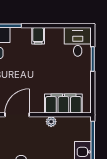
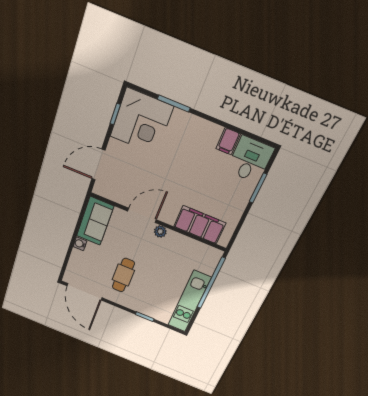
filing cabinet: (38, 36) -> (228, 141), moved
plant: (51, 122) -> (160, 232), moved

